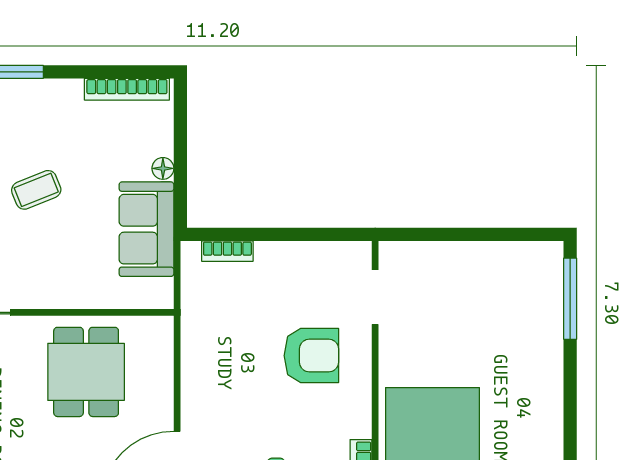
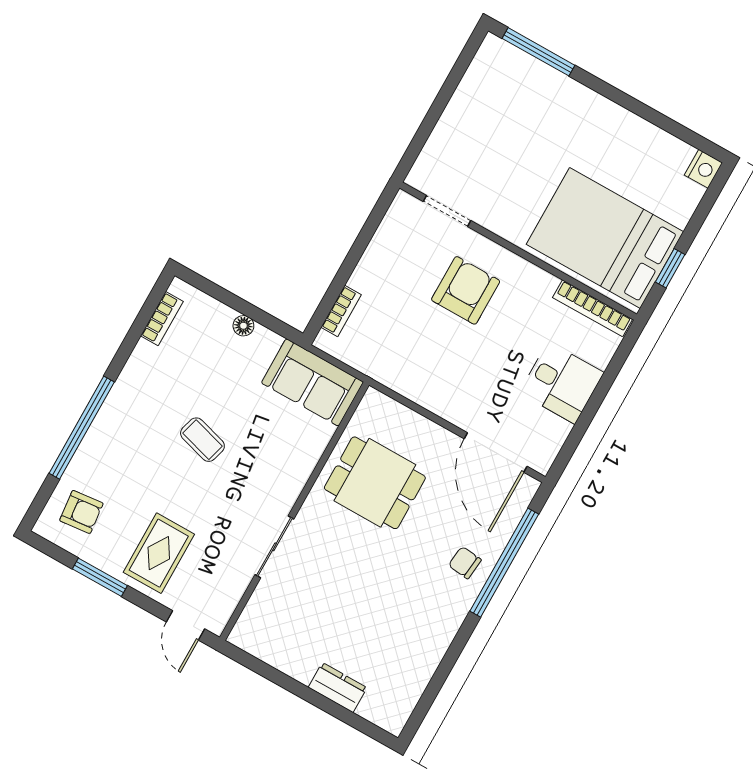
bookcase: (127, 89) -> (162, 319), width x0.64
coffee table: (36, 190) -> (202, 440), turned -52
sofa: (146, 229) -> (312, 382), moved

